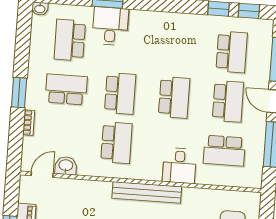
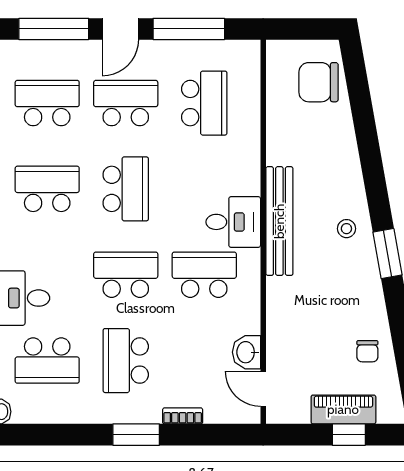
school desk: (178, 48) -> (47, 189), added
school desk: (174, 97) -> (126, 189), turned 90
desk: (179, 166) -> (233, 222), moved

